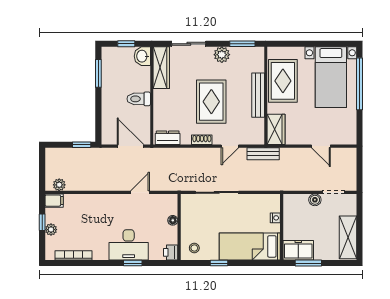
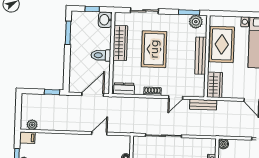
plant: (222, 55) -> (196, 22), moved
wardrobe: (161, 68) -> (120, 43), moved
rug: (211, 102) -> (154, 49), moved
door: (130, 146) -> (93, 95), hinge flipped
boiler: (315, 200) -> (223, 144), moved

